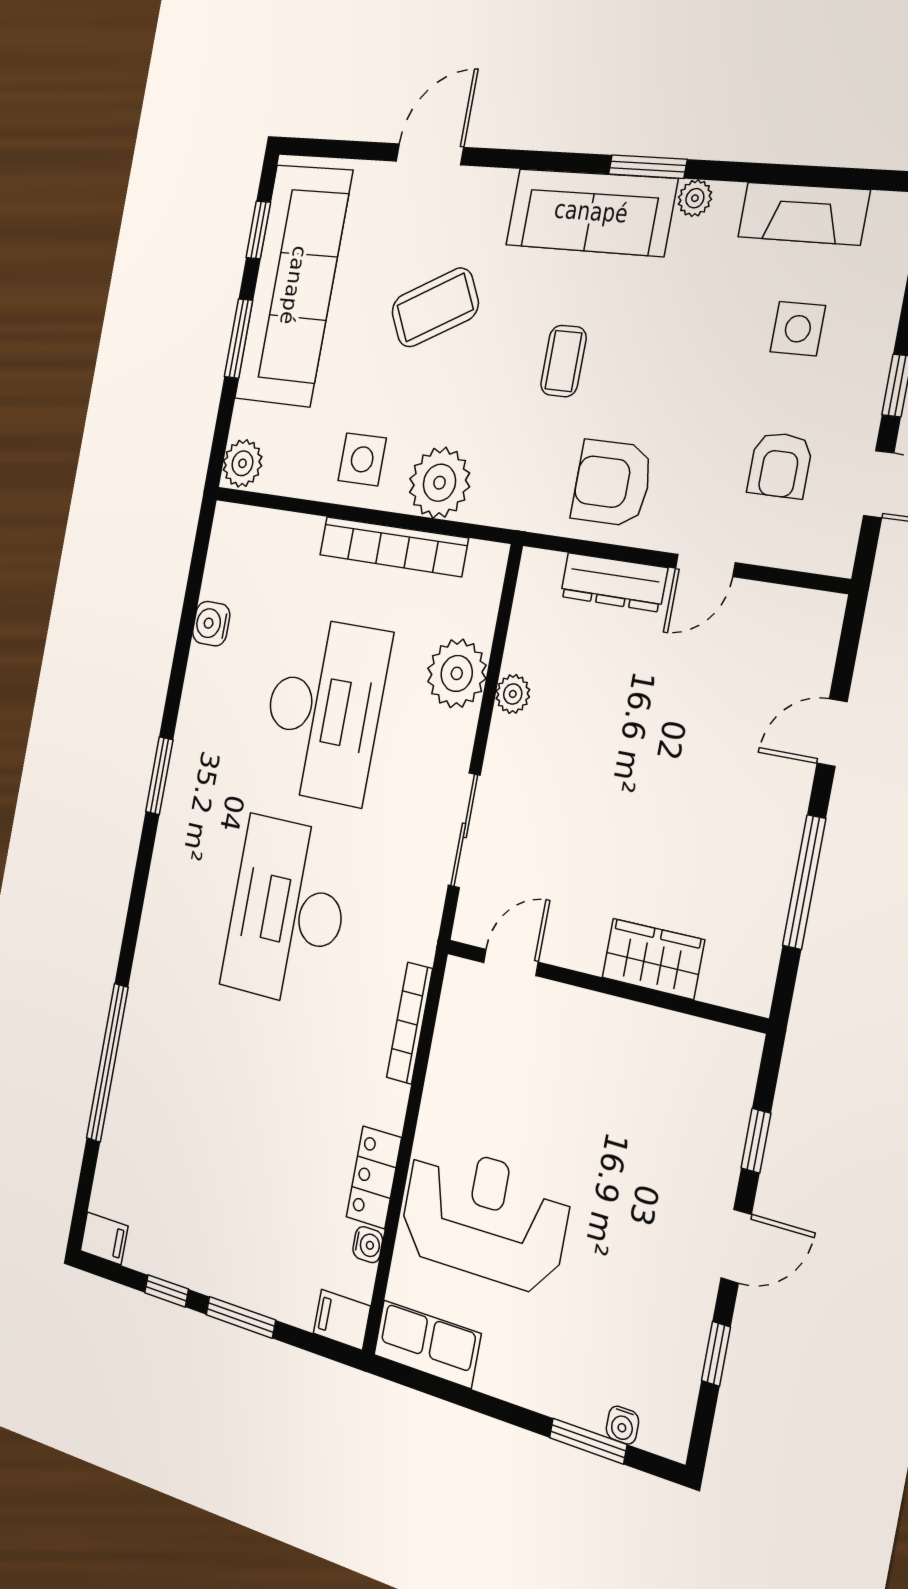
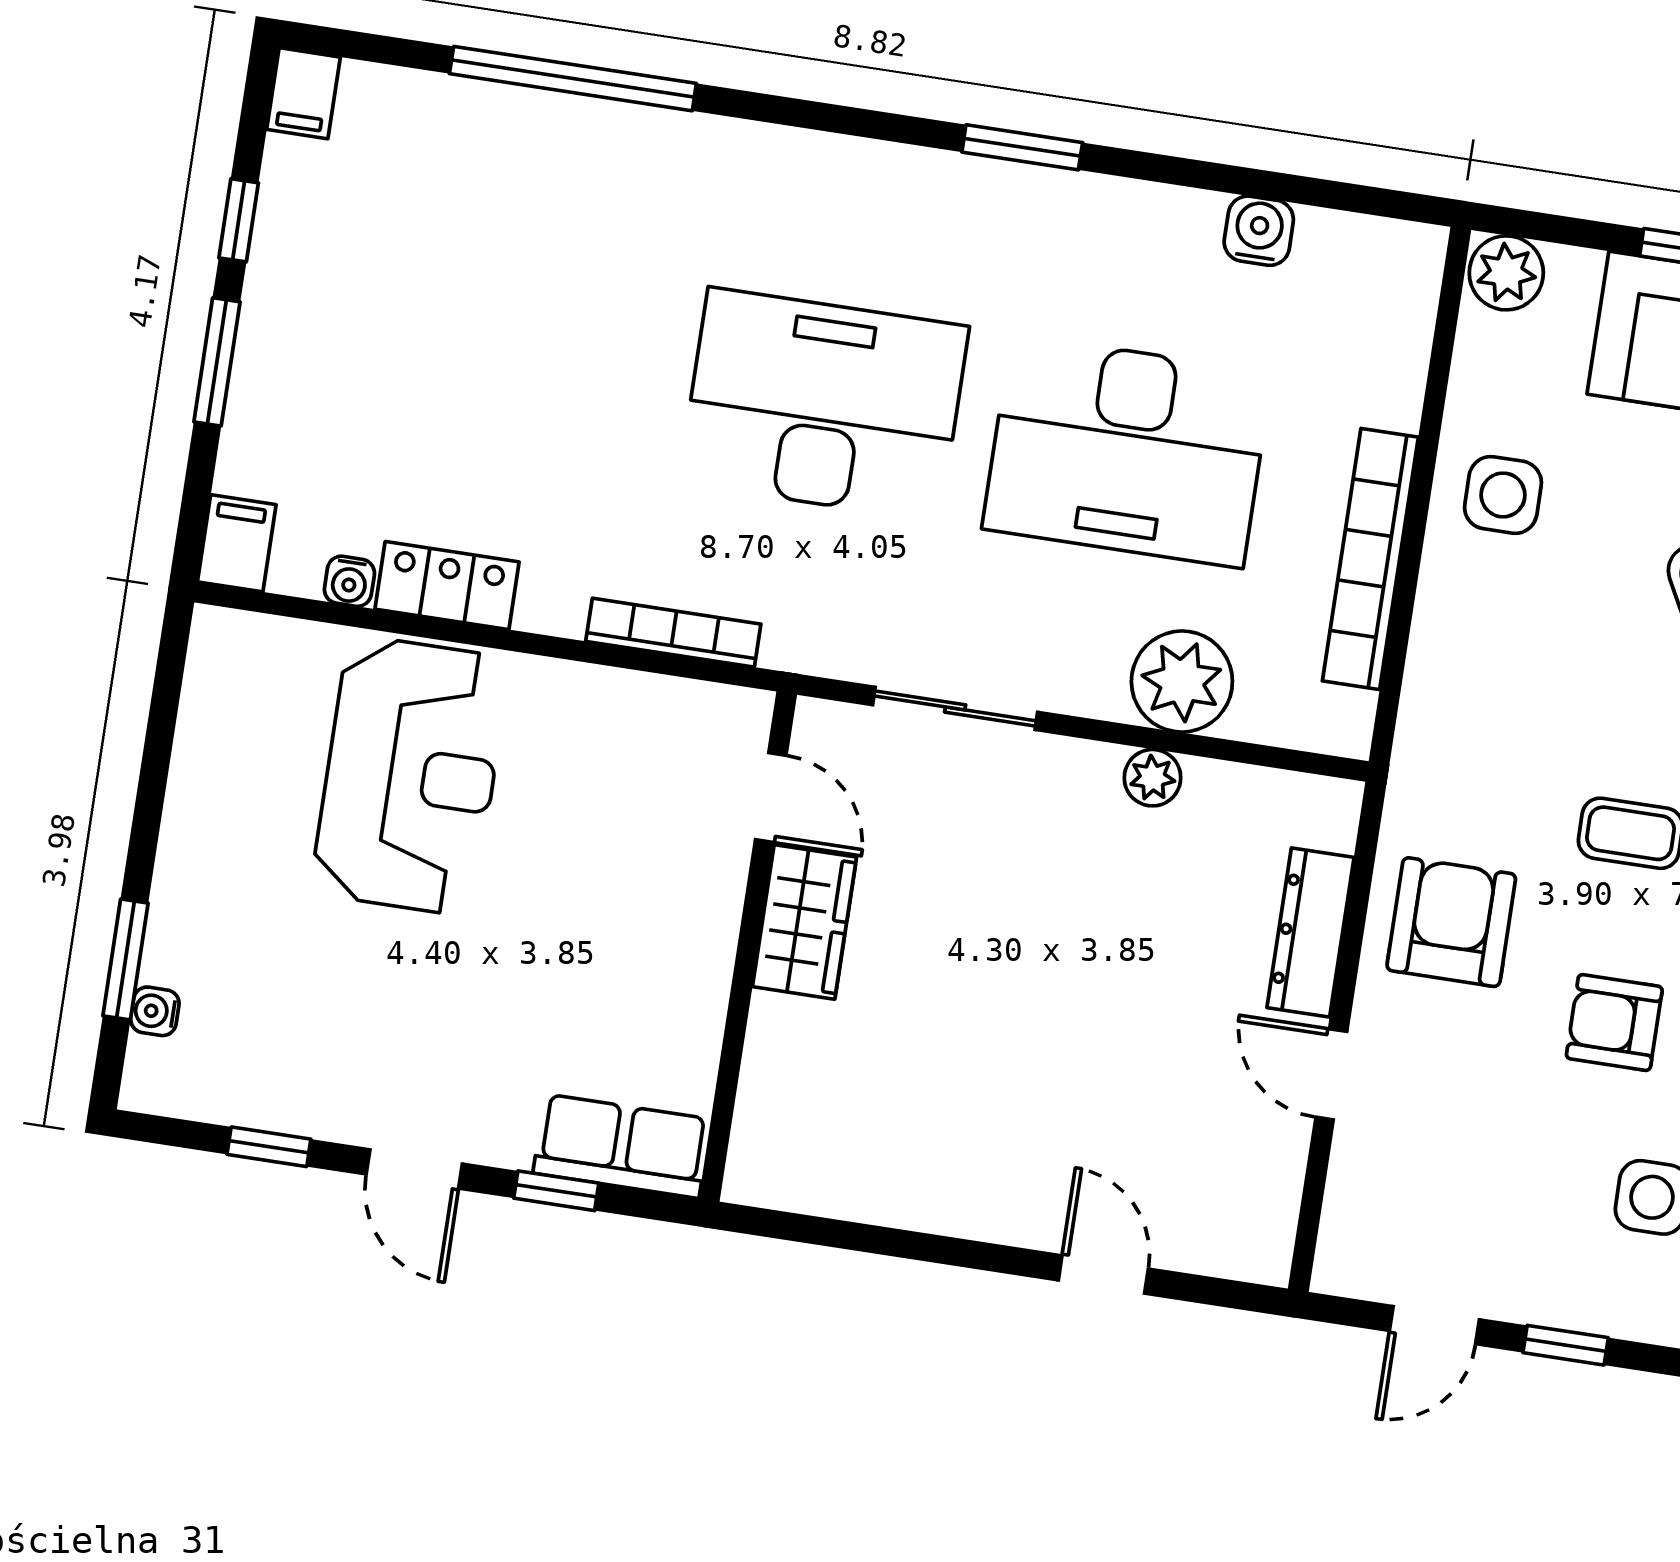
armchair: (780, 465) -> (1614, 1023), moved
plant: (439, 483) -> (1463, 634), removed
window: (804, 882) -> (903, 1244), removed
wardrobe: (653, 959) -> (804, 922), moved
row of seats: (427, 1344) -> (622, 1146), moved, turned -90

